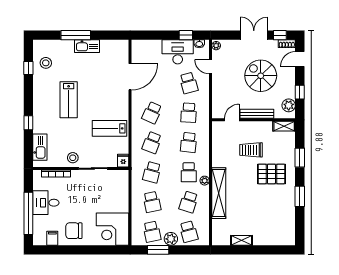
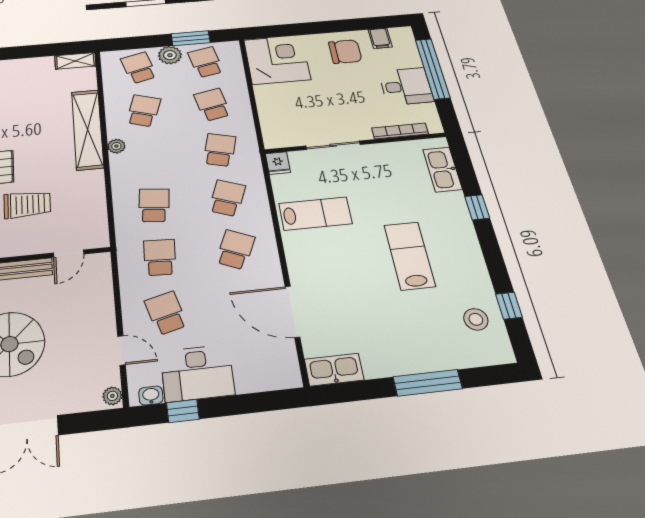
kitchen sink: (87, 46) -> (334, 370), moved
door: (130, 77) -> (292, 312), hinge flipped
stool: (73, 158) -> (375, 159), removed
school desk: (189, 172) -> (149, 156), removed
shelving: (241, 240) -> (75, 61), moved

